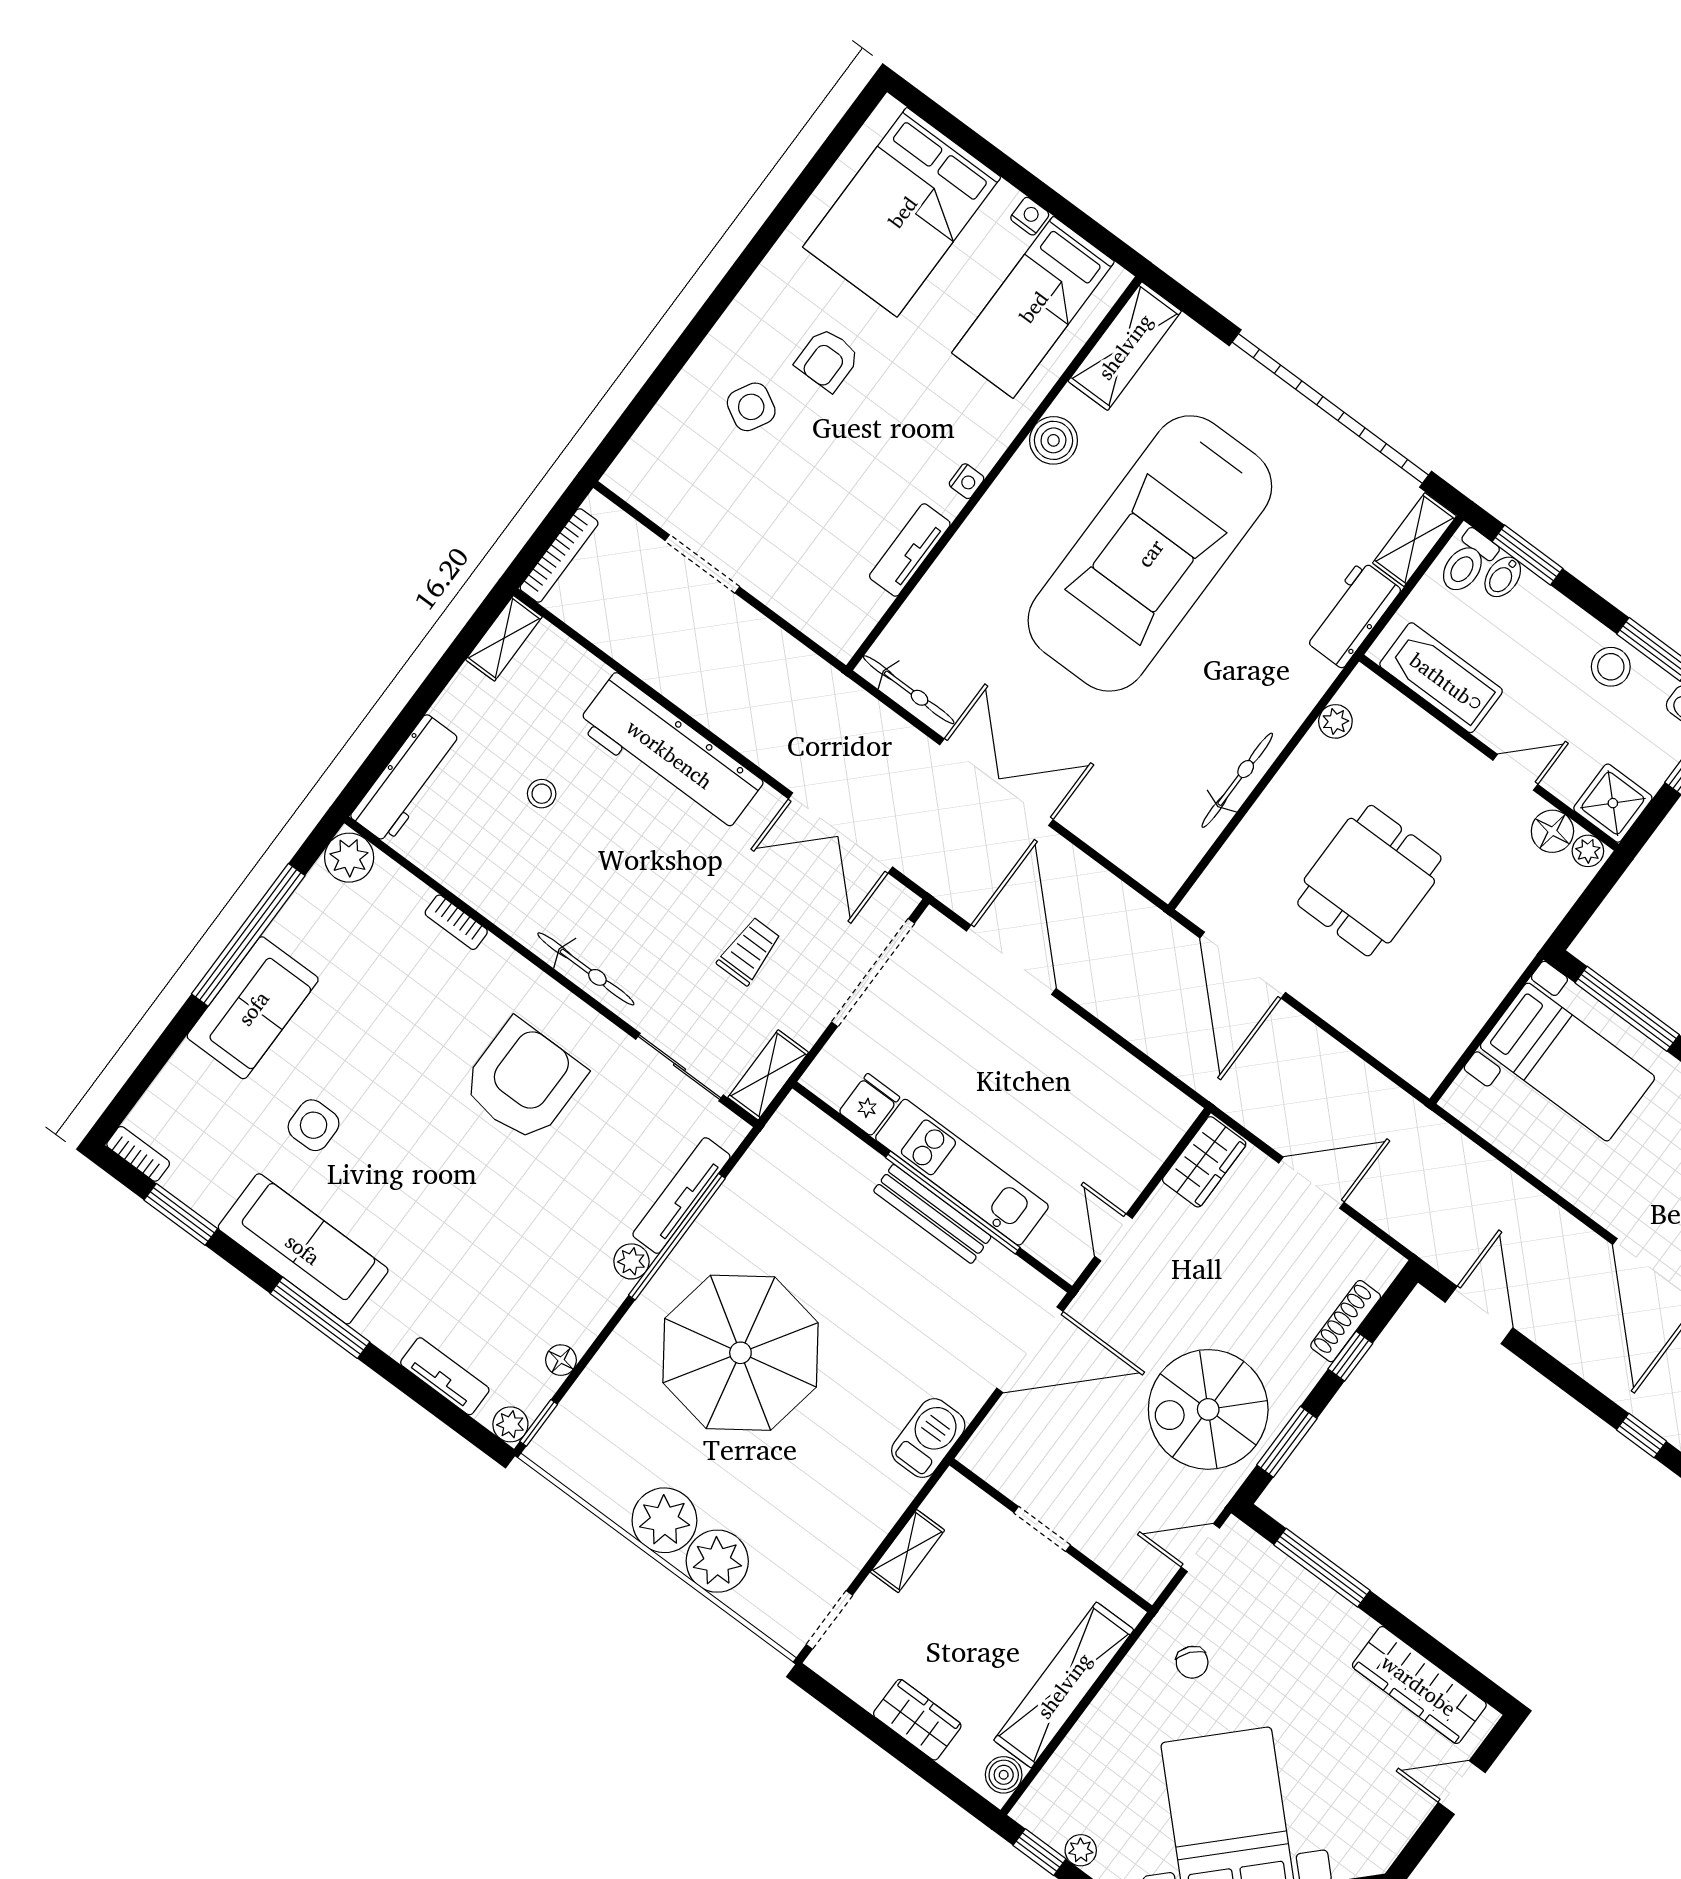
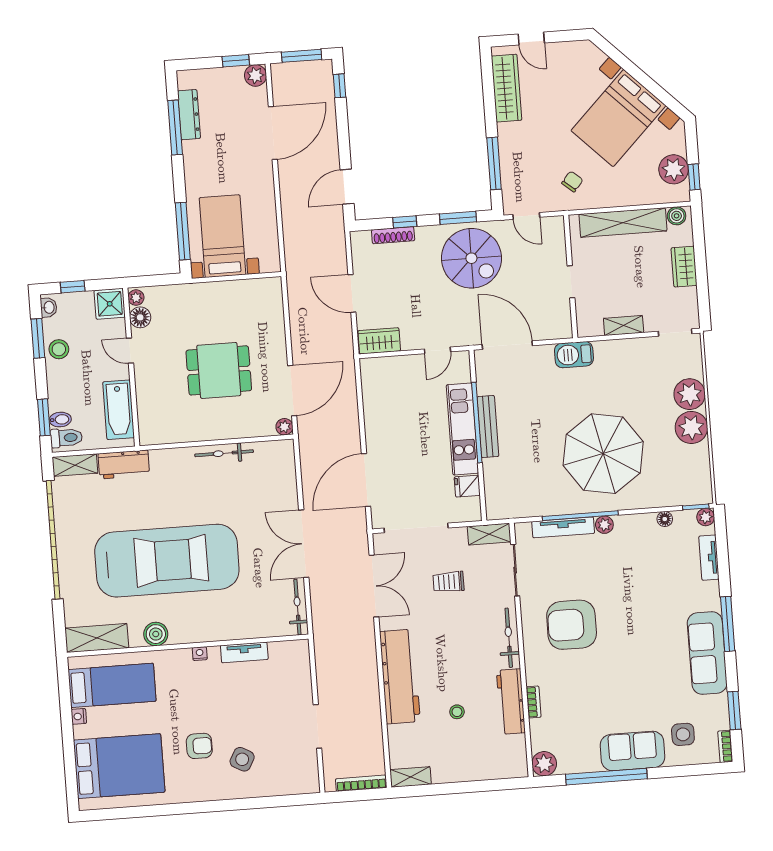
plant: (1335, 721) -> (284, 427), moved
workbench: (407, 779) -> (511, 702), moved, turned -90
side table: (314, 1125) -> (683, 734), moved
plant: (1081, 1850) -> (674, 169), width x1.87, depth x1.87

